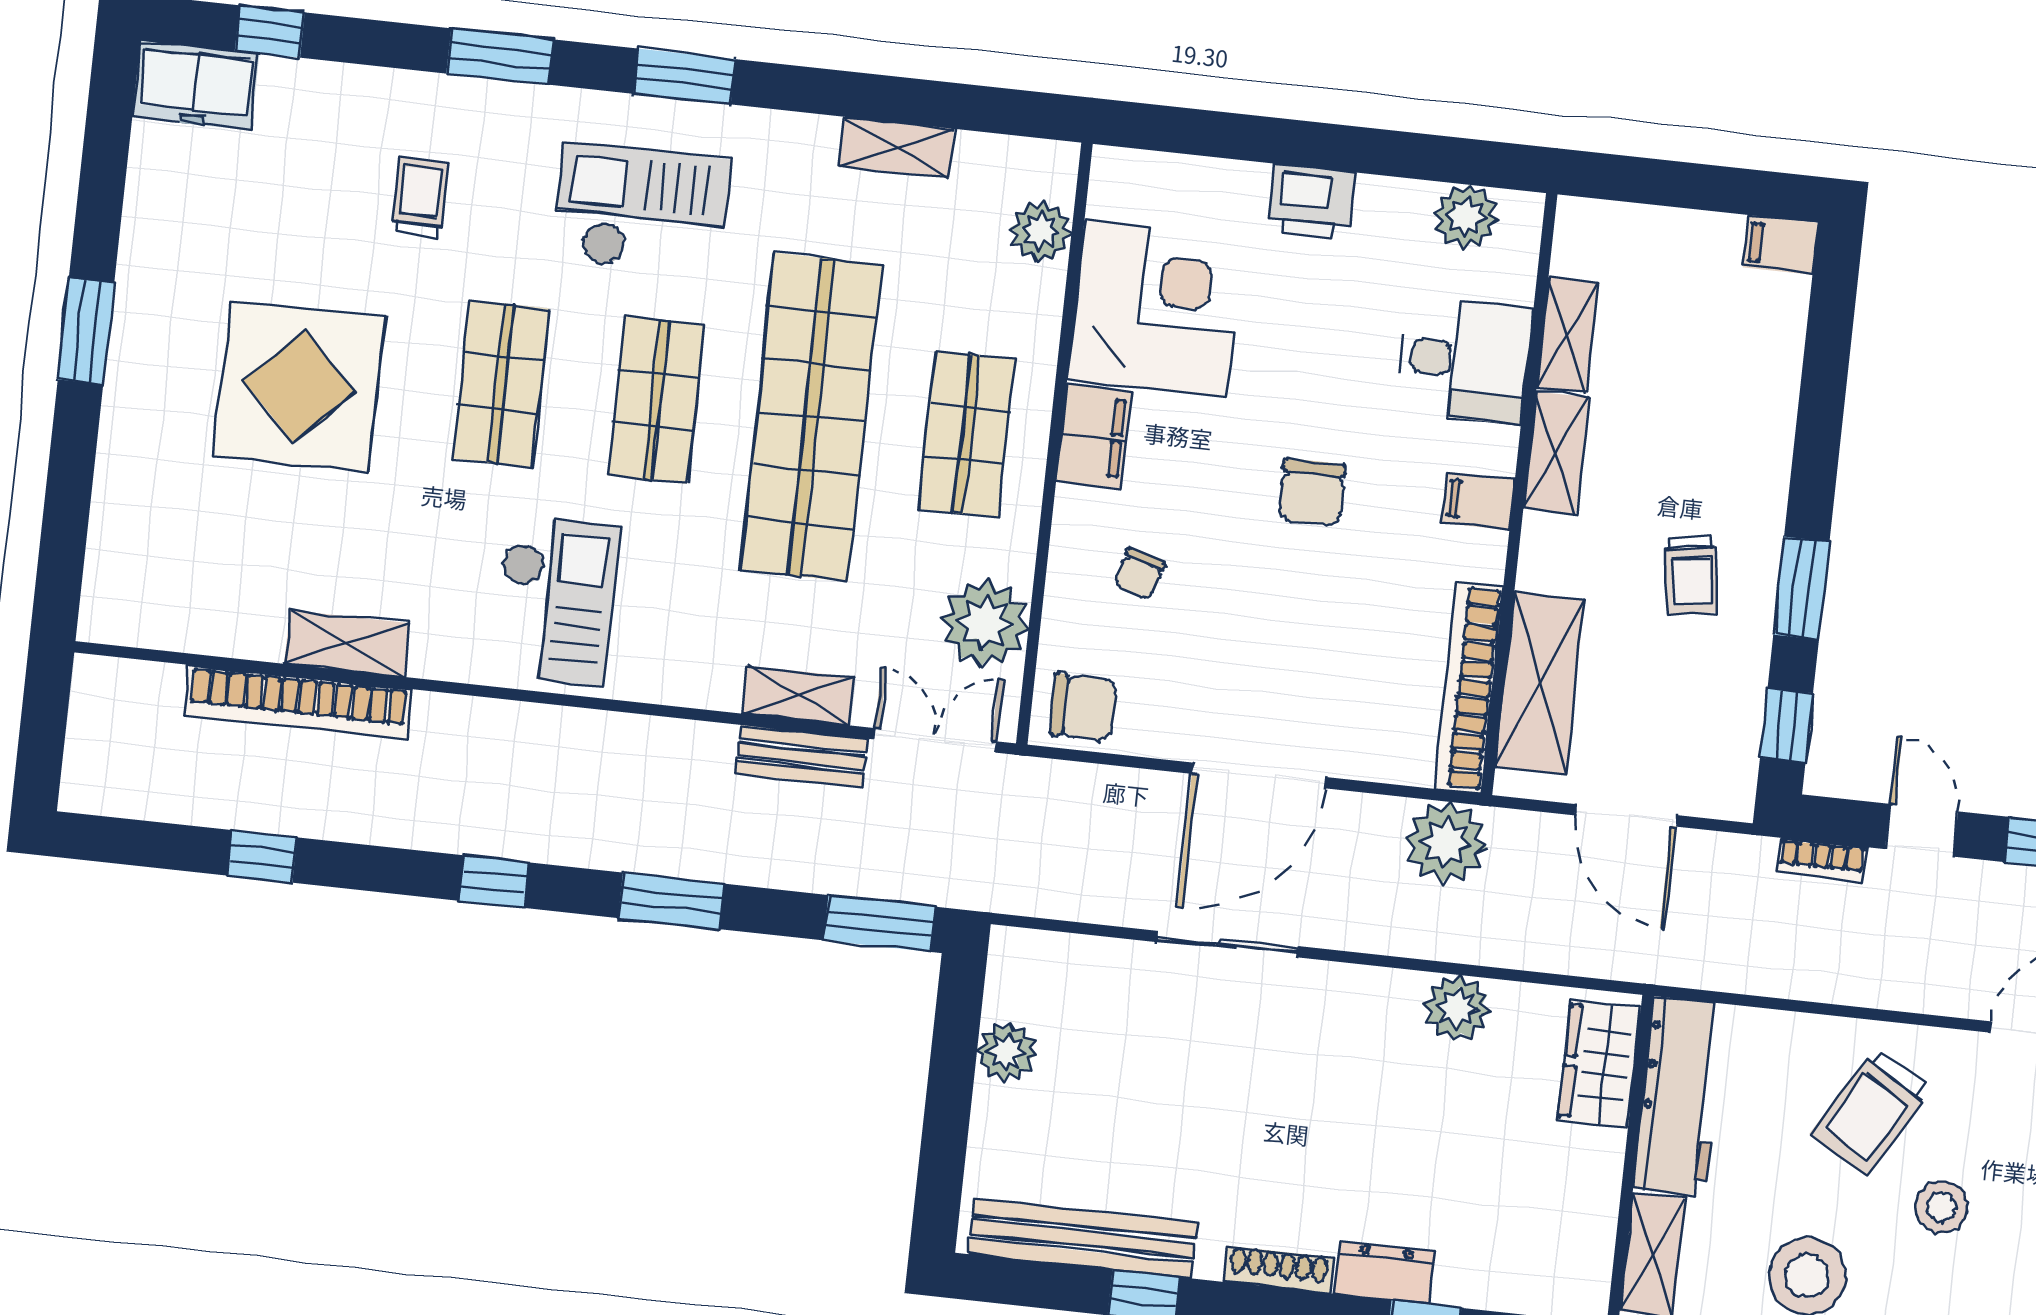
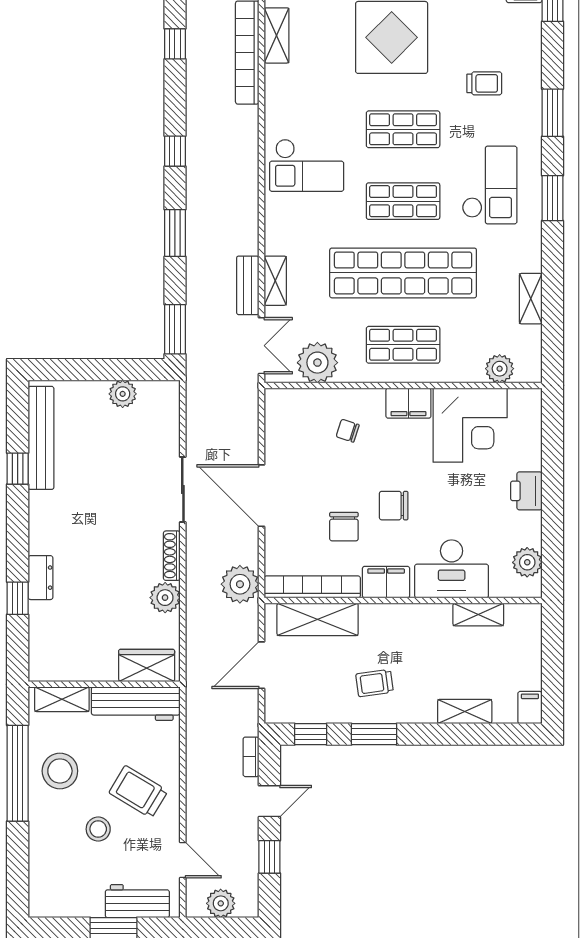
desk: (1465, 360) -> (452, 569), width x1.37
shelving: (1556, 453) -> (465, 711), moved
filing cabinet: (1478, 501) -> (386, 582), width x2.00
shelving: (347, 643) -> (277, 35), moved
chair: (1083, 707) -> (344, 527), moved
shoe rack: (1279, 1270) -> (172, 556), moved, turned 180

